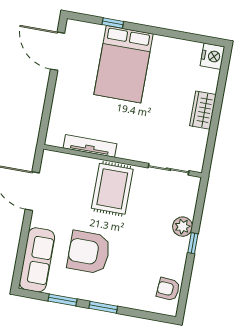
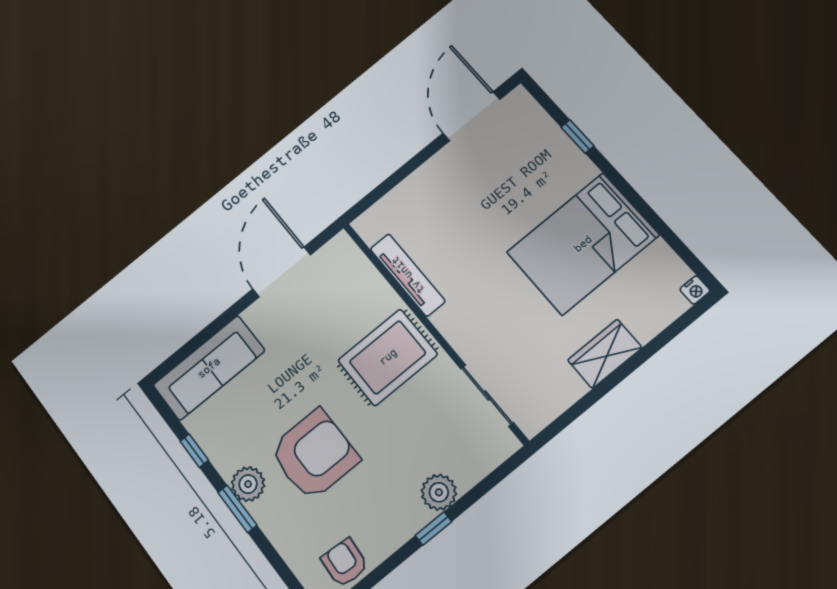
nightstand: (212, 56) -> (695, 290), width x0.53, depth x0.56
bed: (124, 64) -> (583, 244), moved
armchair: (89, 252) -> (314, 455), moved, turned 90
plant: (99, 293) -> (248, 484), added
window: (63, 300) -> (194, 451), width x0.67

